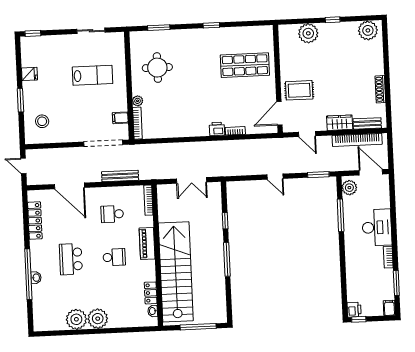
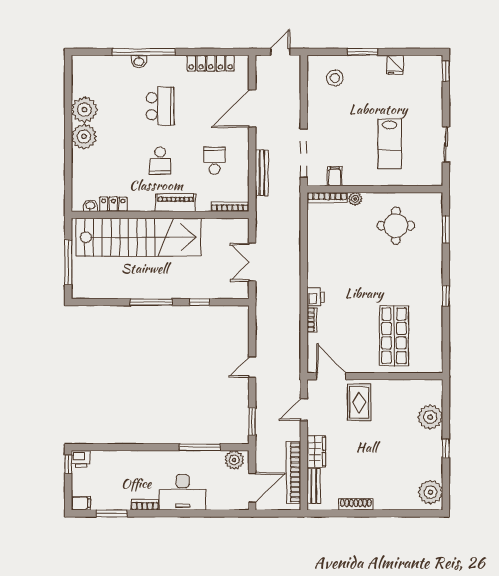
school desk: (71, 259) -> (160, 106), turned 90

